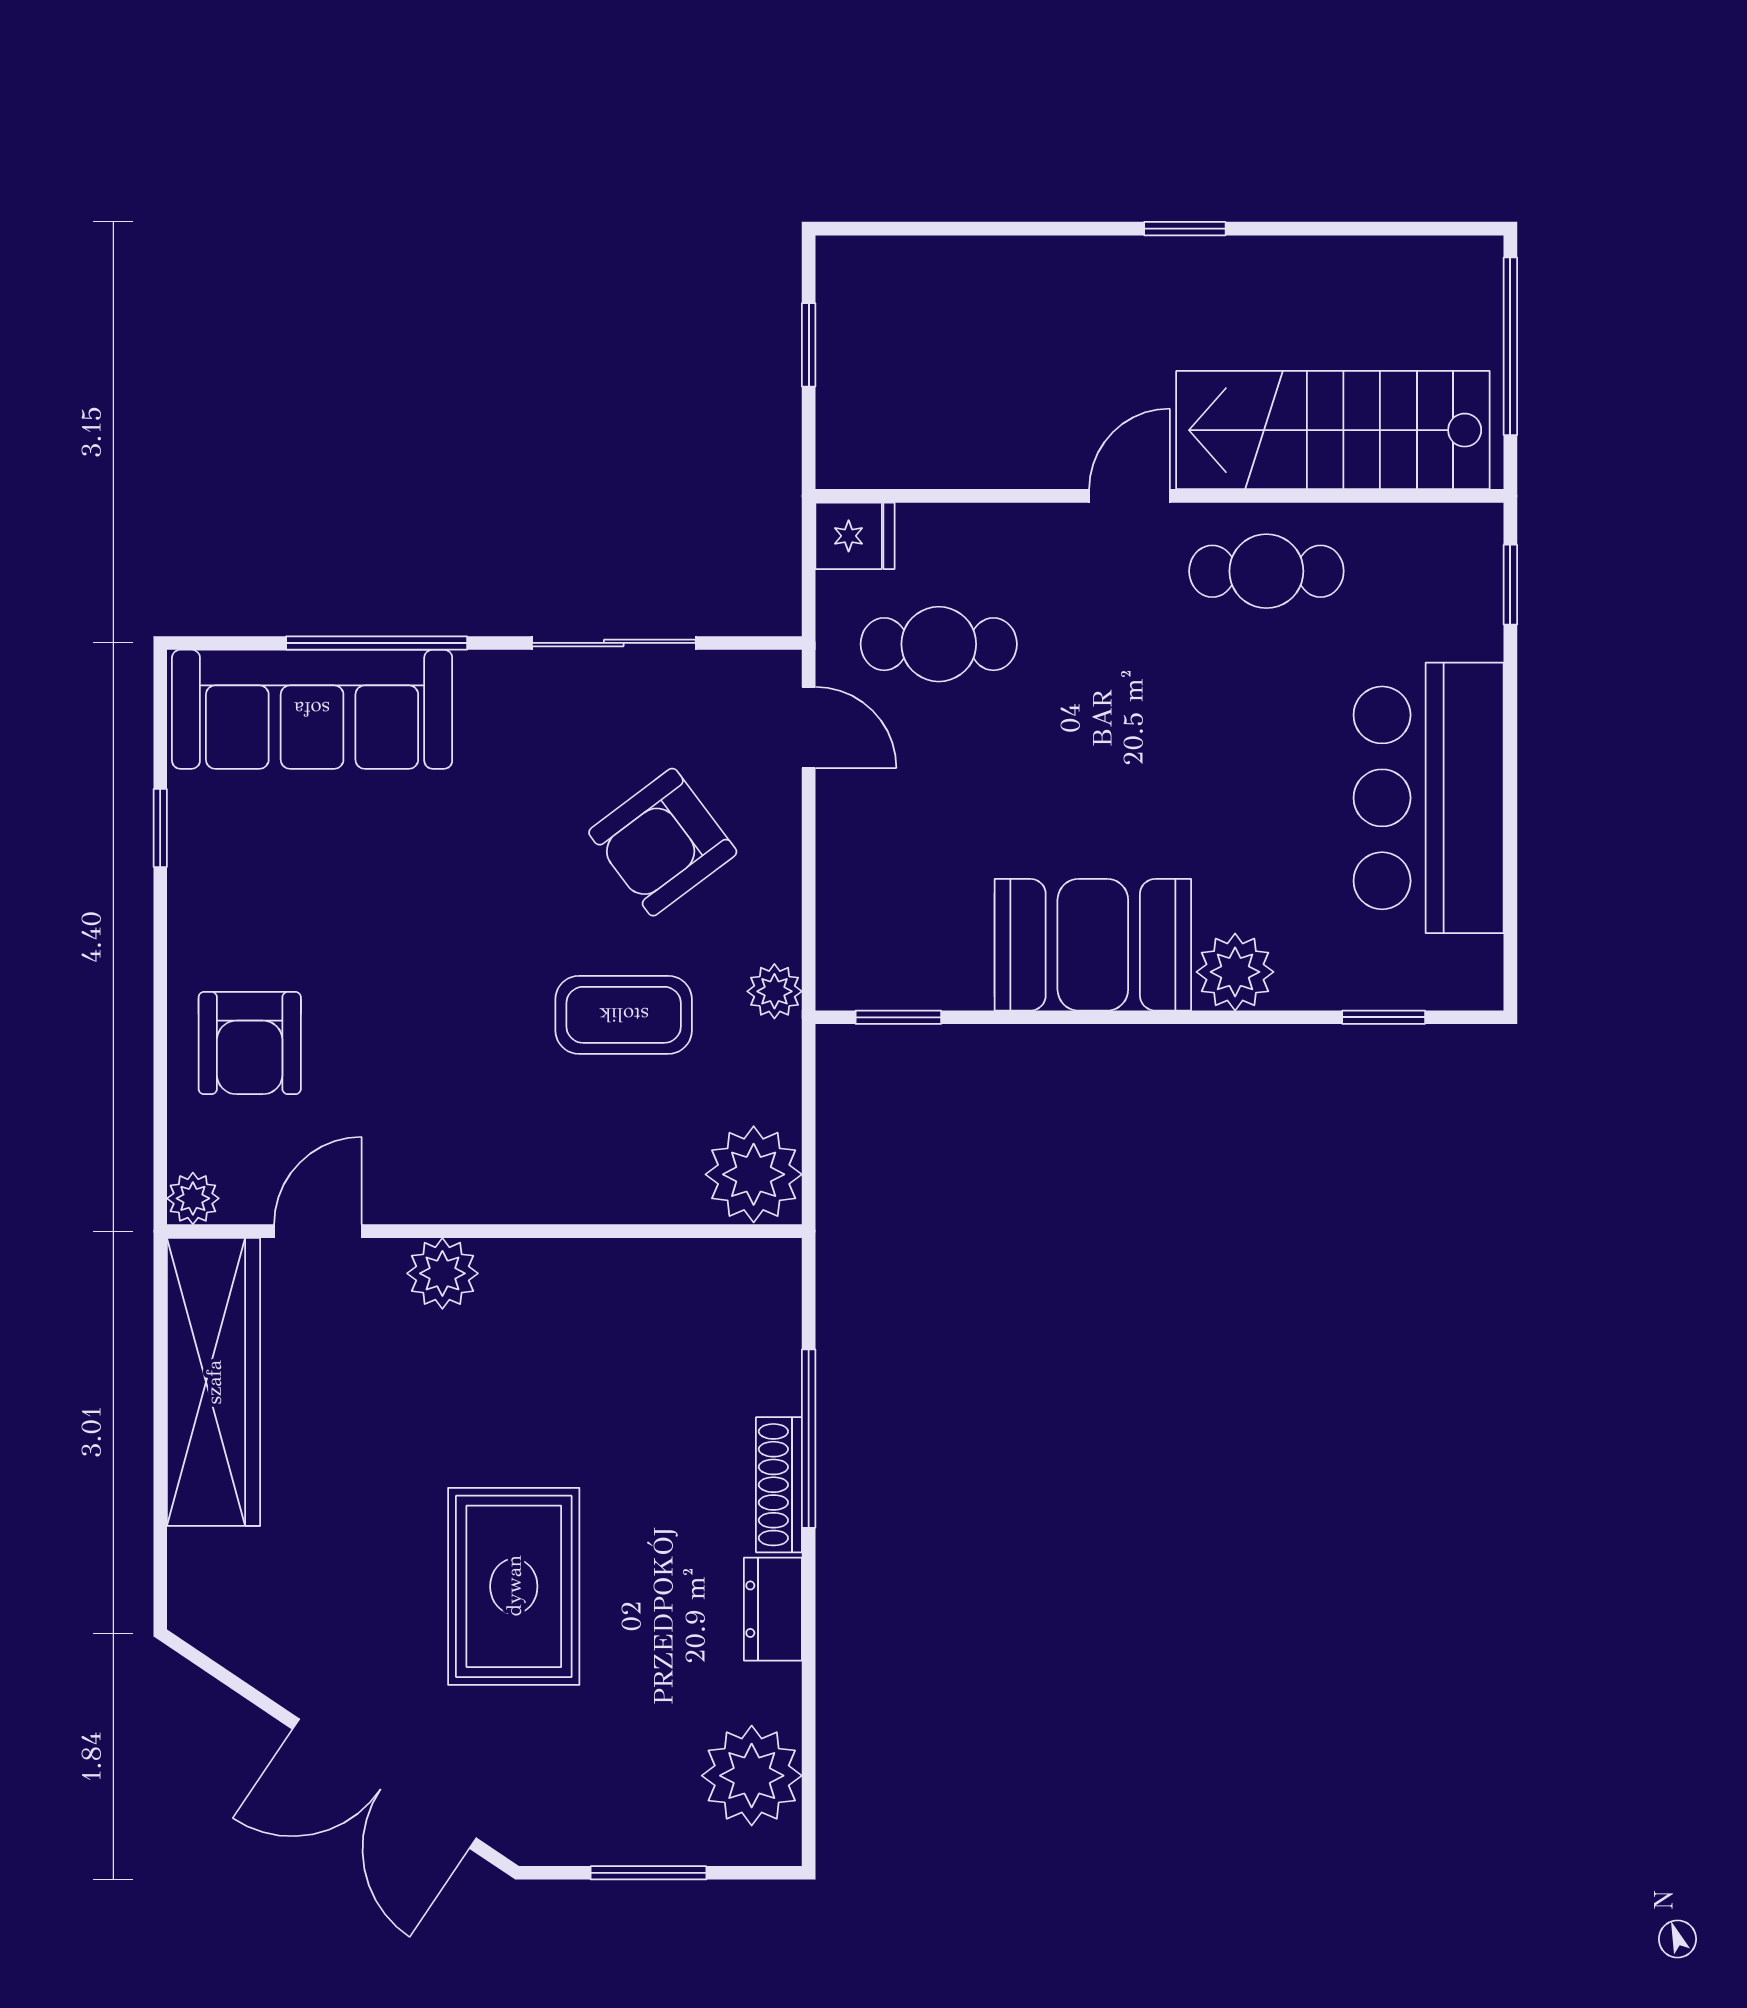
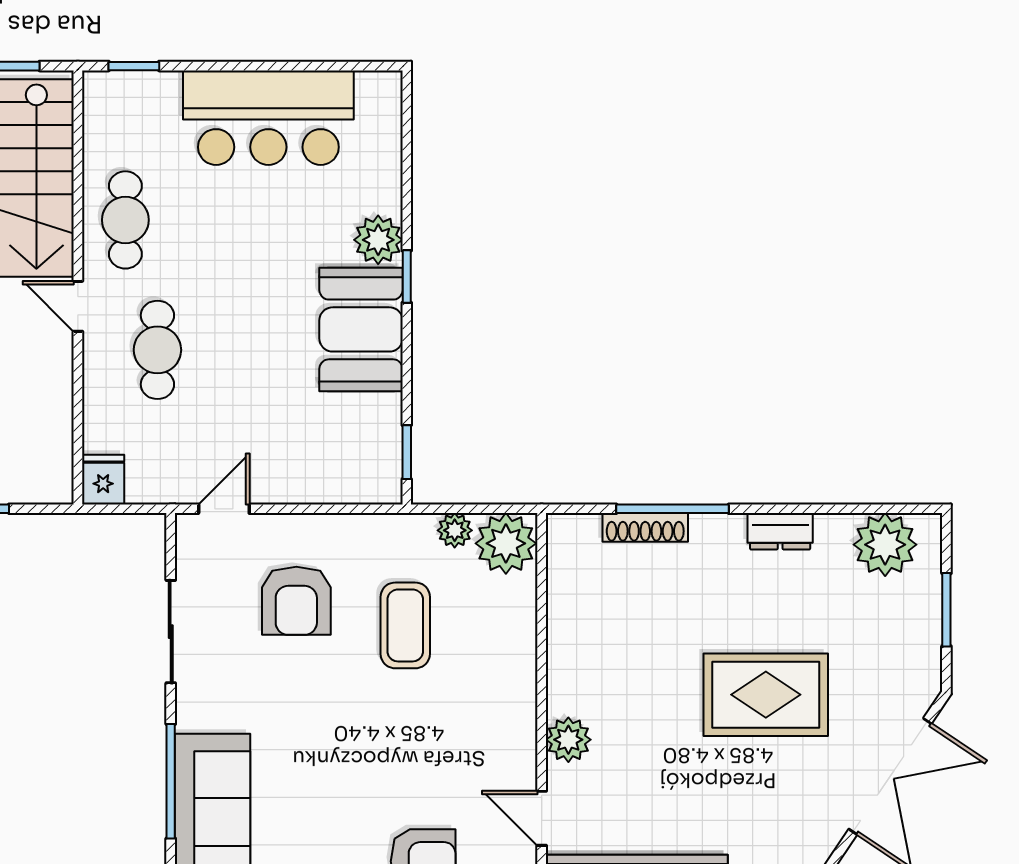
cafe table: (939, 644) -> (157, 350), moved
armchair: (663, 842) -> (296, 601), turned 37
plant: (774, 991) -> (455, 530), moved
window: (1384, 1017) -> (407, 277), moved
shoe rack: (779, 1485) -> (645, 527), moved

